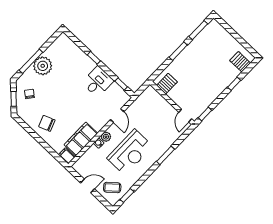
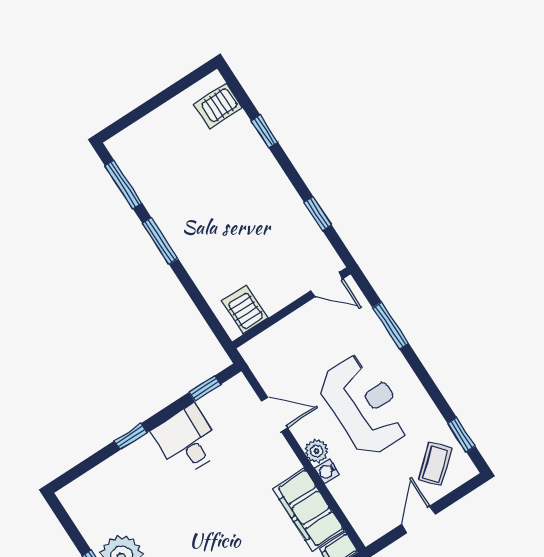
server rack: (167, 84) -> (245, 309), moved
wall: (172, 103) -> (291, 308), moved
door: (185, 116) -> (327, 285), moved

